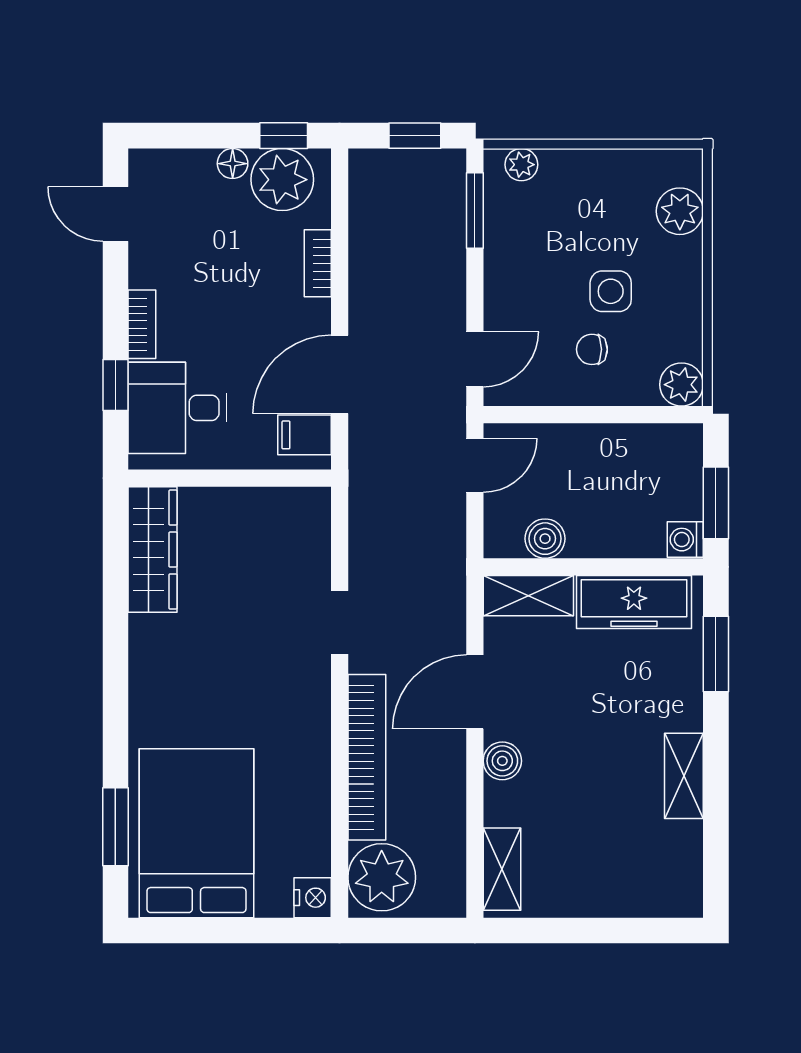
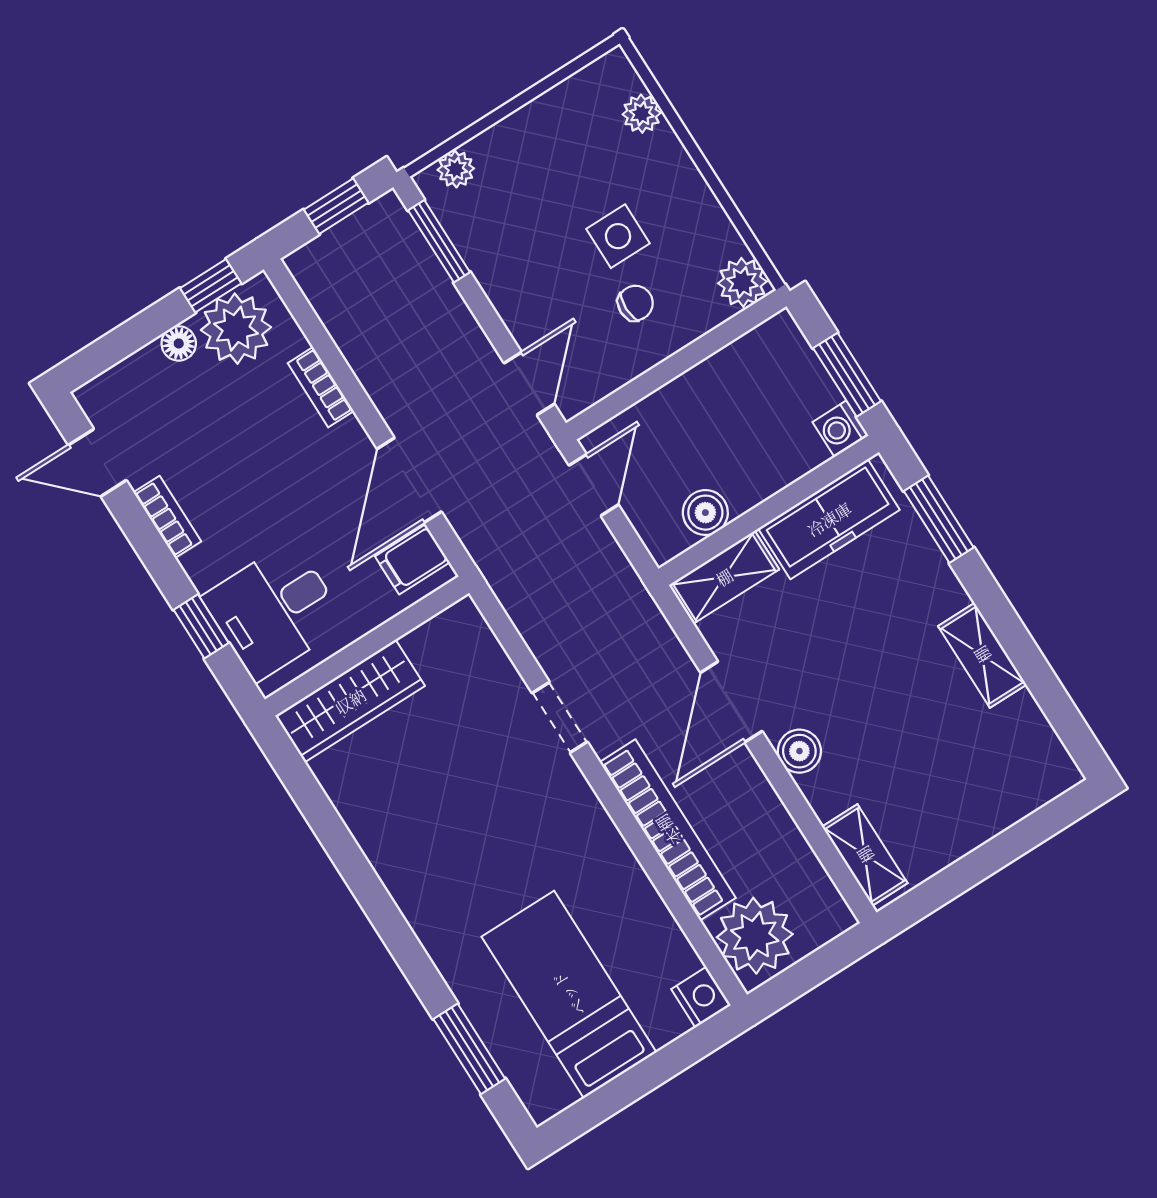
plant: (680, 211) -> (642, 114), width x0.73, depth x0.73
bookcase: (142, 324) -> (167, 517), moved
chair: (592, 349) -> (635, 303), turned 180
wardrobe: (153, 550) -> (350, 701), moved, turned 90
bed: (196, 833) -> (569, 994), width x0.67

